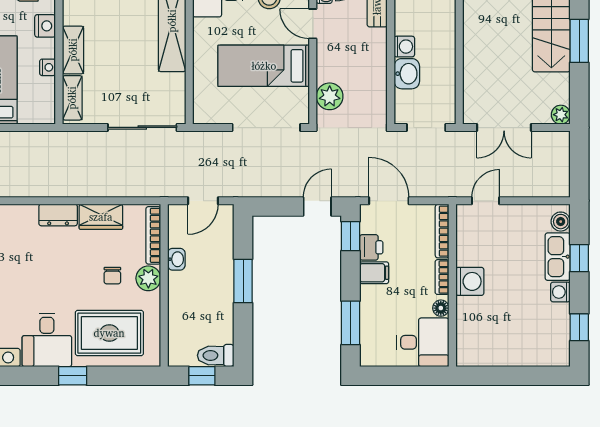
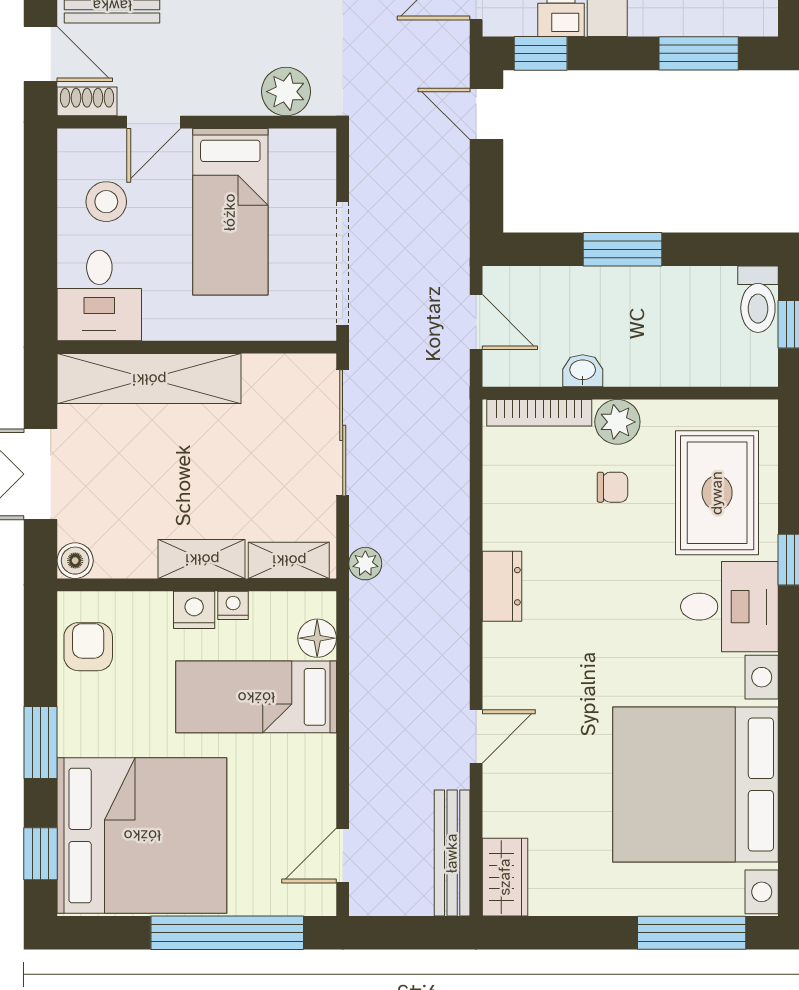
nightstand: (45, 26) -> (194, 610), moved
floor lamp: (30, 113) -> (317, 638), added
doorway: (266, 127) -> (343, 264), moved
plant: (70, 140) -> (365, 564), added
wardrobe: (101, 217) -> (505, 508), removed

